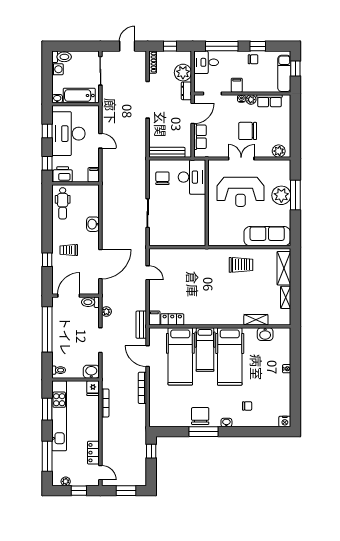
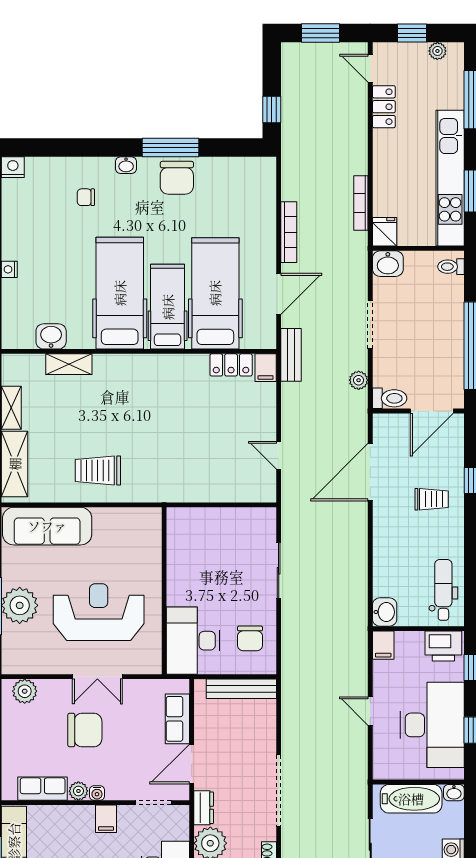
washbasin: (93, 224) -> (385, 612), moved
door: (148, 356) -> (279, 294), hinge flipped

